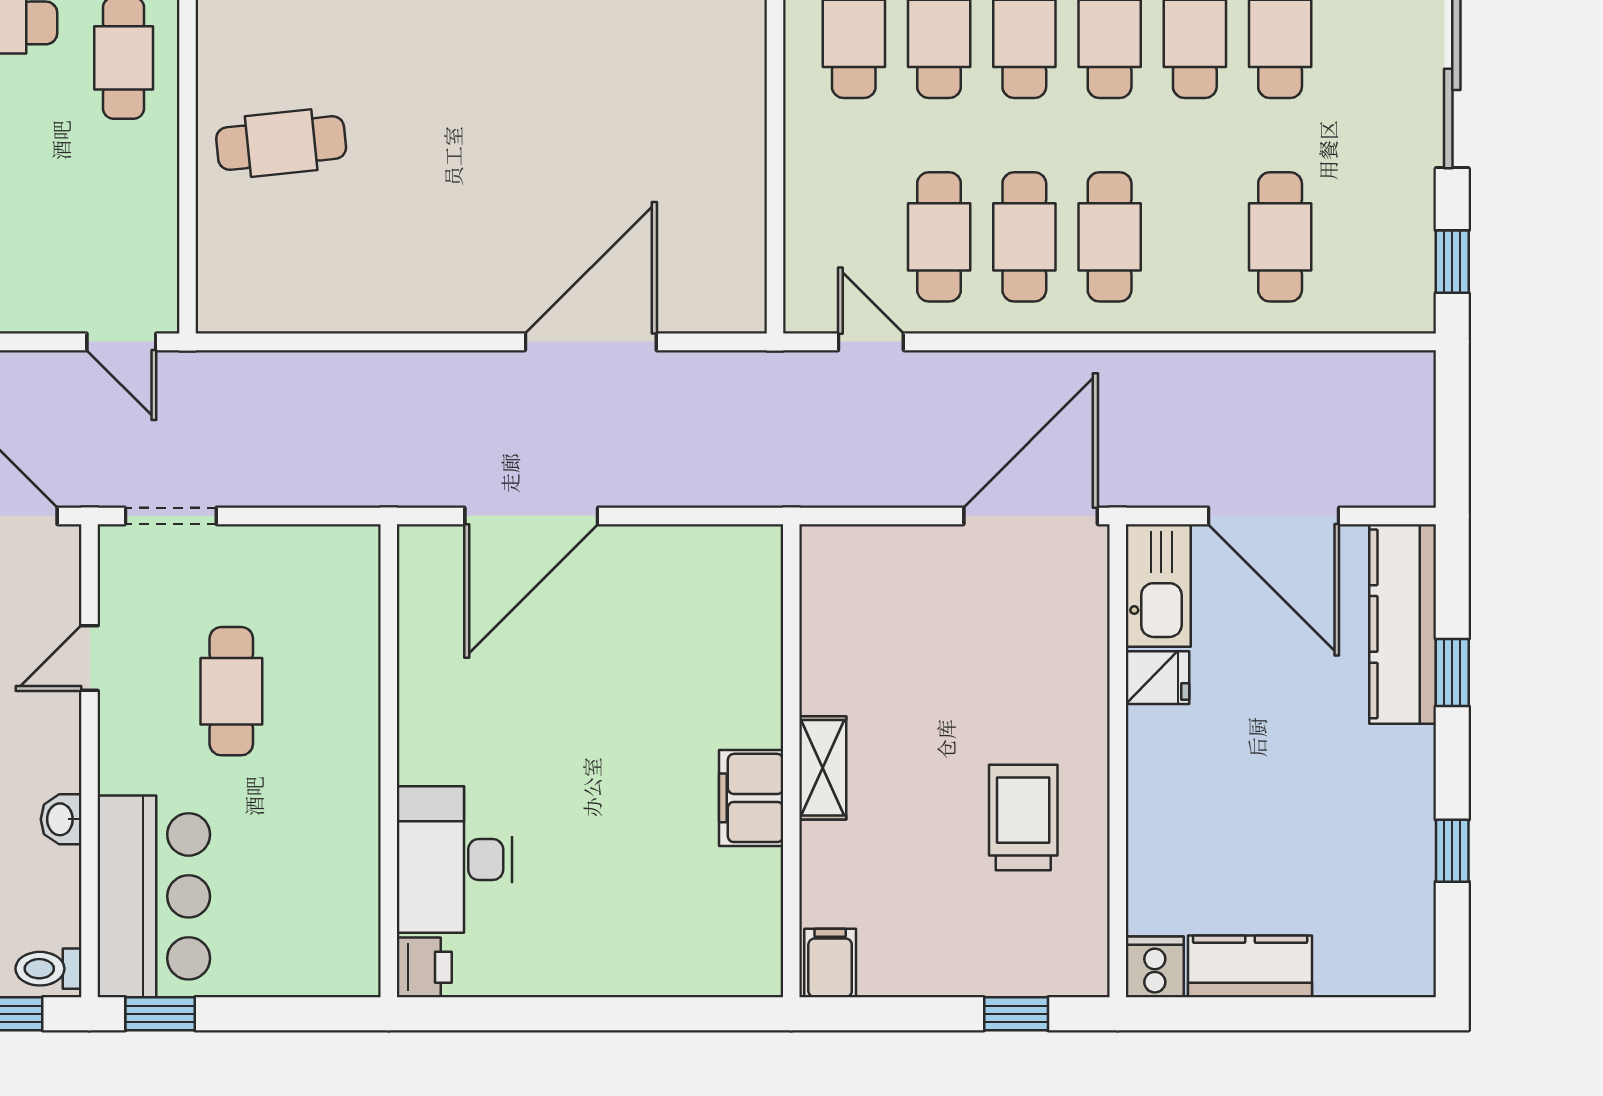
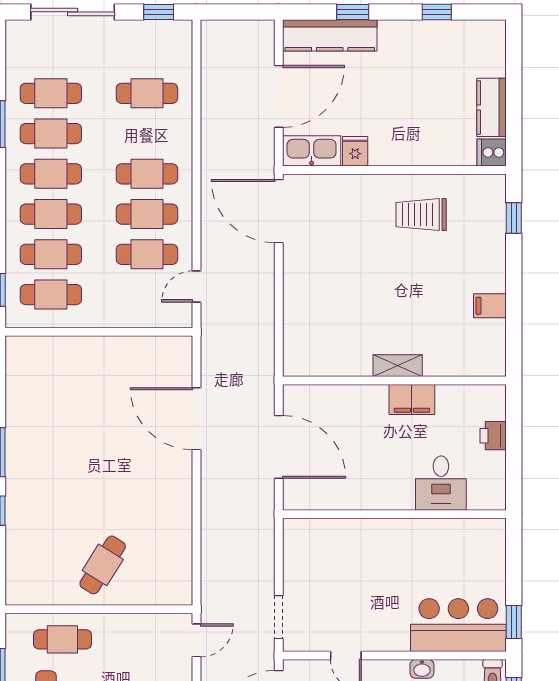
cafe table: (281, 143) -> (103, 565), turned 38
cafe table: (231, 691) -> (361, 588), removed
wall: (791, 761) -> (394, 381), moved
shelving: (823, 768) -> (398, 366), moved
filing cabinet: (751, 798) -> (412, 400), moved
desk: (455, 860) -> (441, 483), width x0.73
printer: (424, 967) -> (493, 436), moved, turned -90

